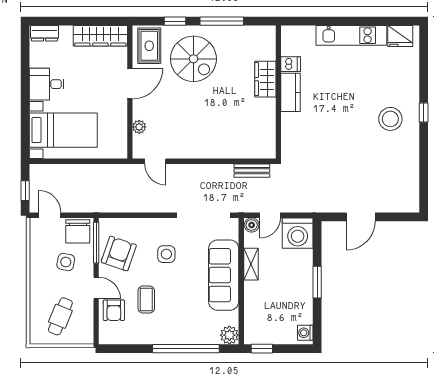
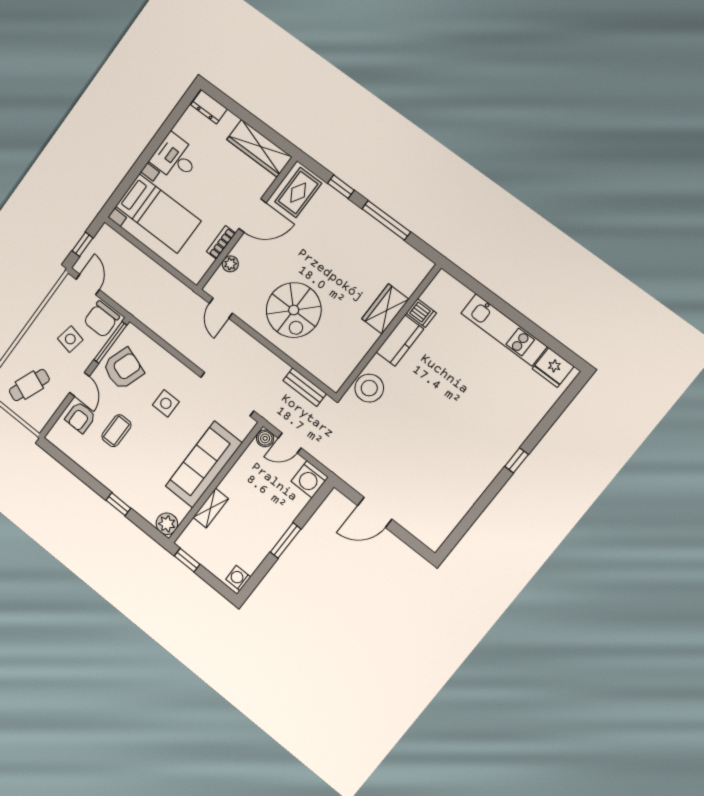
spiral stairs: (193, 59) -> (294, 310), moved
bookcase: (122, 117) -> (221, 242), added
stool: (390, 119) -> (369, 388), moved
washing machine: (298, 233) -> (310, 479), width x0.73, depth x0.73
shelving: (251, 264) -> (211, 508), moved
window: (186, 349) -> (118, 504), width x0.32

